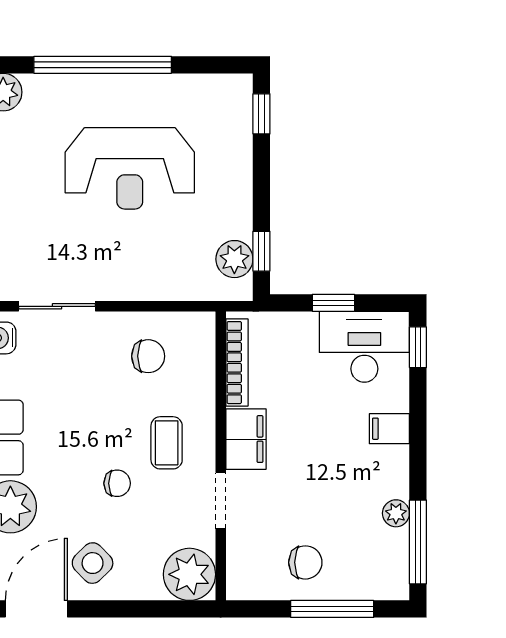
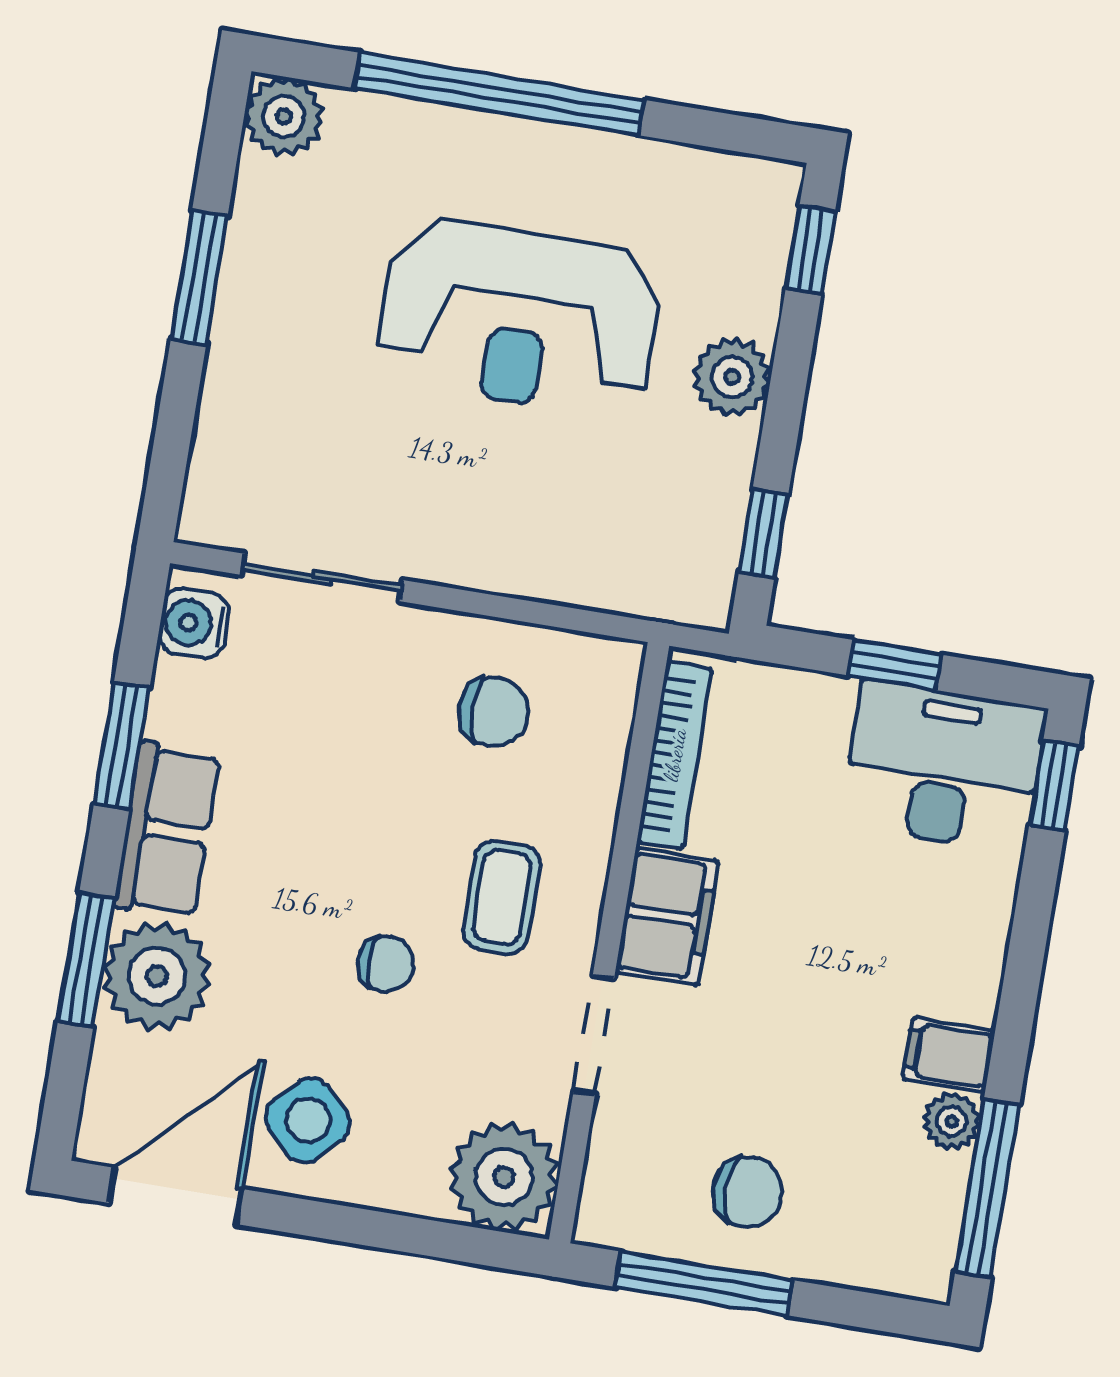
plant: (234, 259) -> (732, 377), moved
filing cabinet: (389, 429) -> (949, 1055), moved
window: (332, 609) -> (704, 1283), moved

